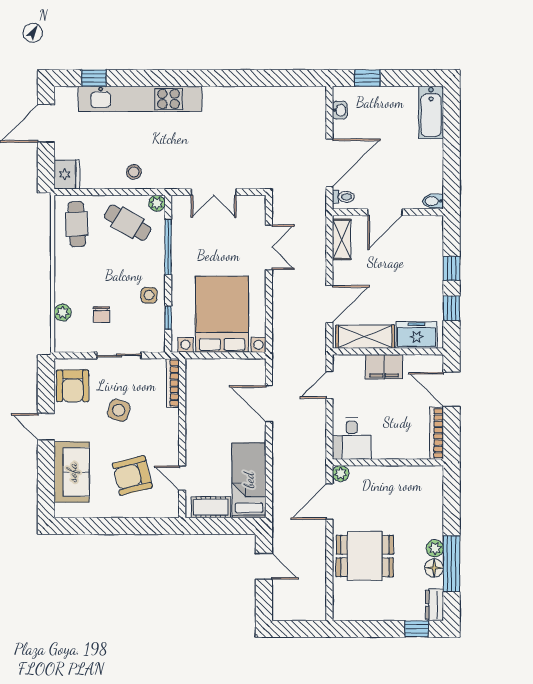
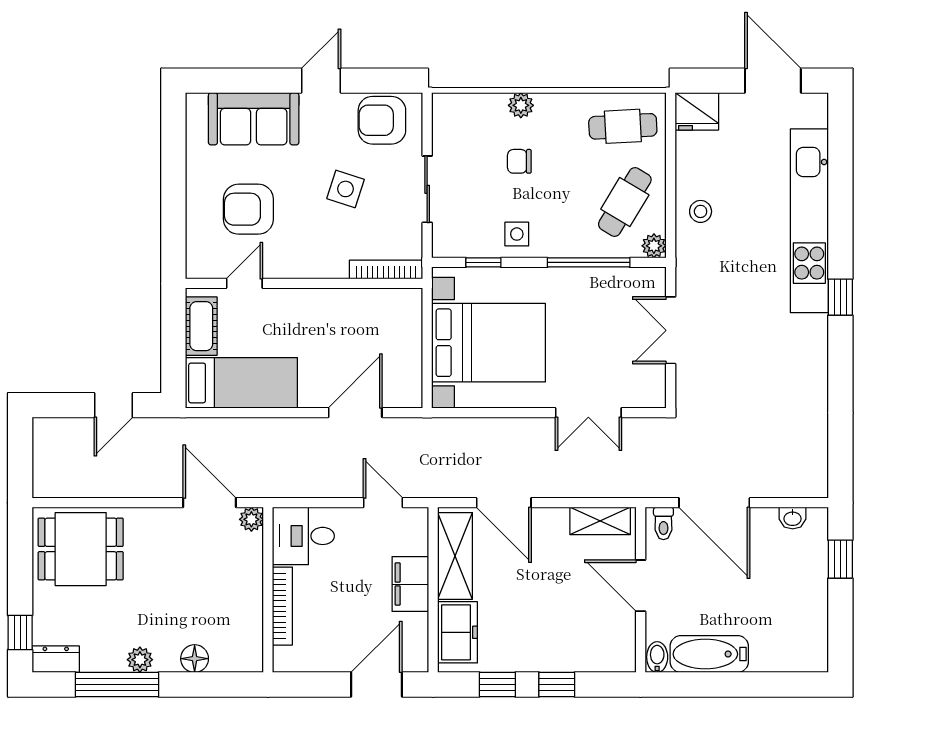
window: (94, 78) -> (840, 297), moved
bathtub: (431, 112) -> (709, 654), moved
plant: (63, 313) -> (521, 105), moved
chair: (101, 315) -> (519, 161), moved
bookcase: (437, 433) -> (282, 606), moved, turned 90
armchair: (132, 476) -> (248, 209), turned -76
dining table: (365, 556) -> (81, 549), moved, turned 90
floor lamp: (434, 568) -> (195, 659), moved

